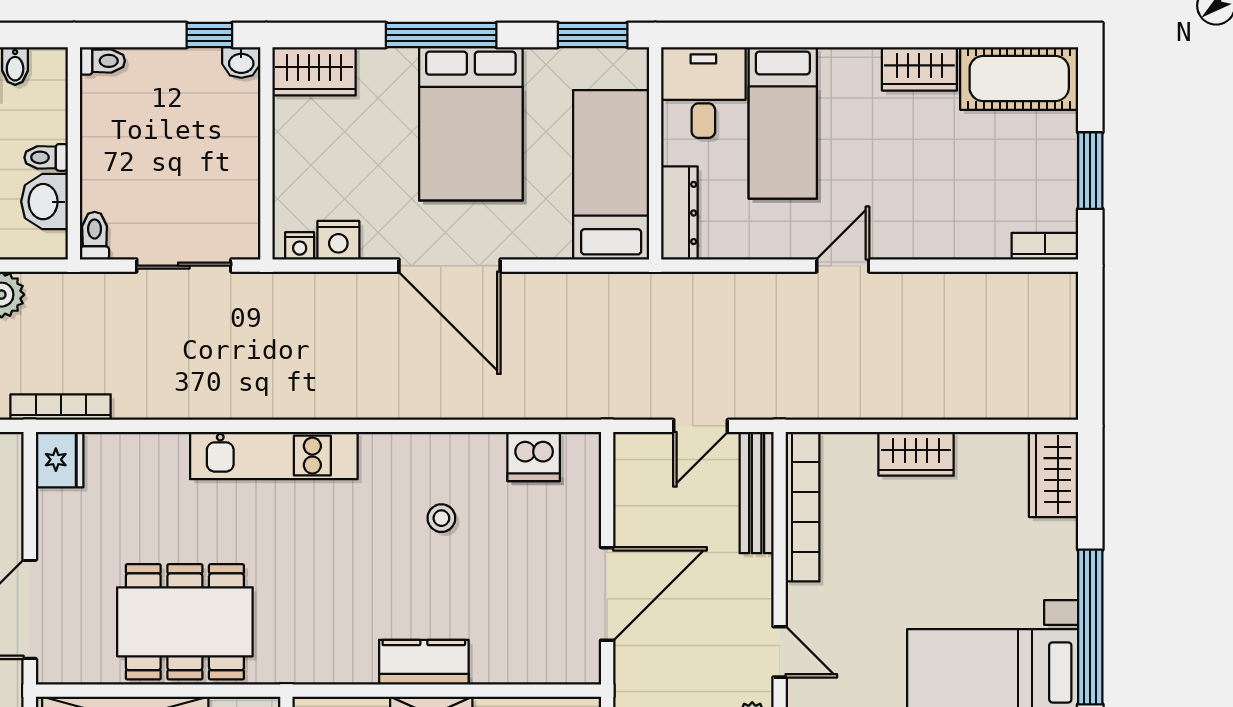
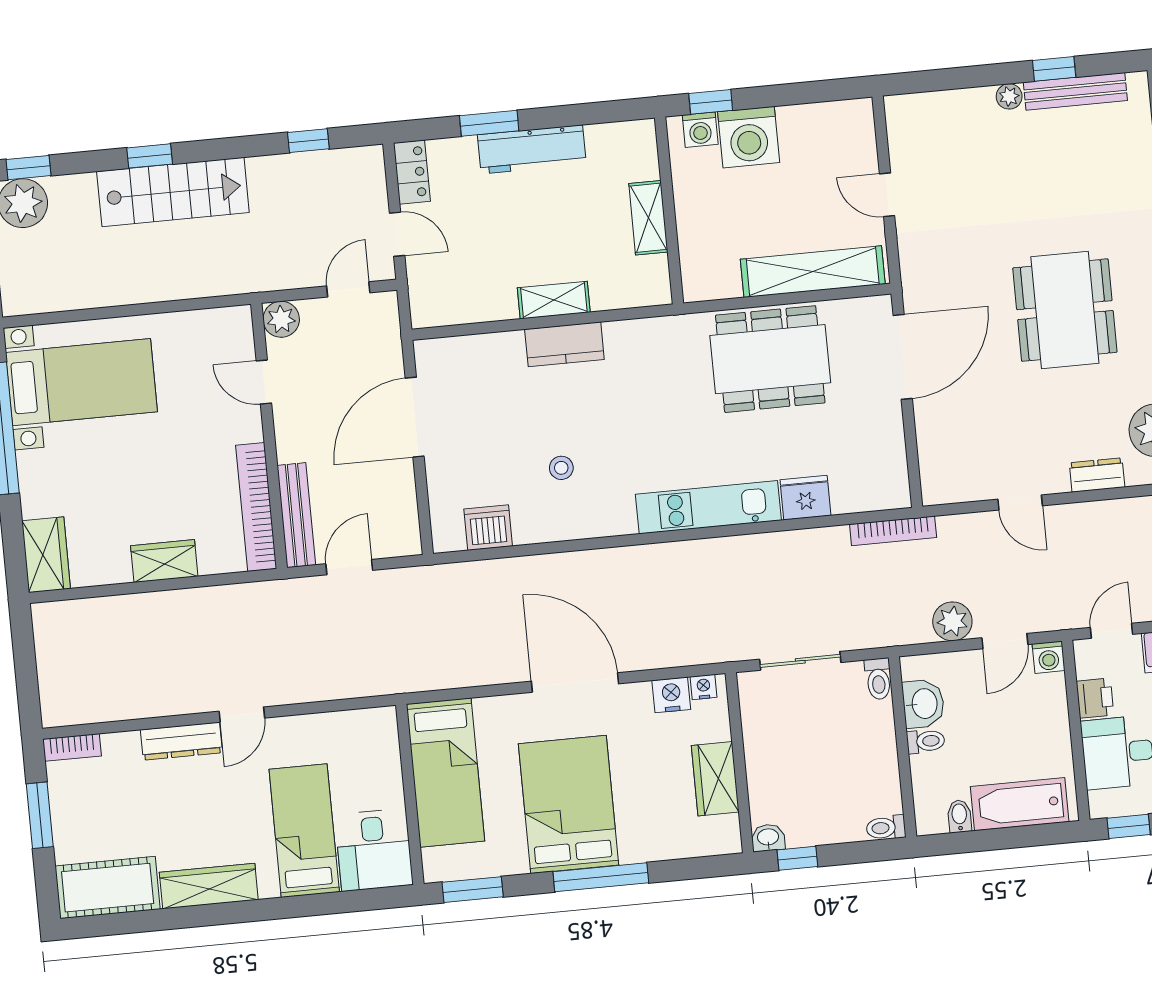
wardrobe: (919, 69) -> (209, 886), width x1.50
wardrobe: (314, 71) -> (715, 779), moved, turned -90
dresser: (679, 213) -> (181, 741), moved, turned -90
fridge: (60, 460) -> (805, 498), moved, turned 90

